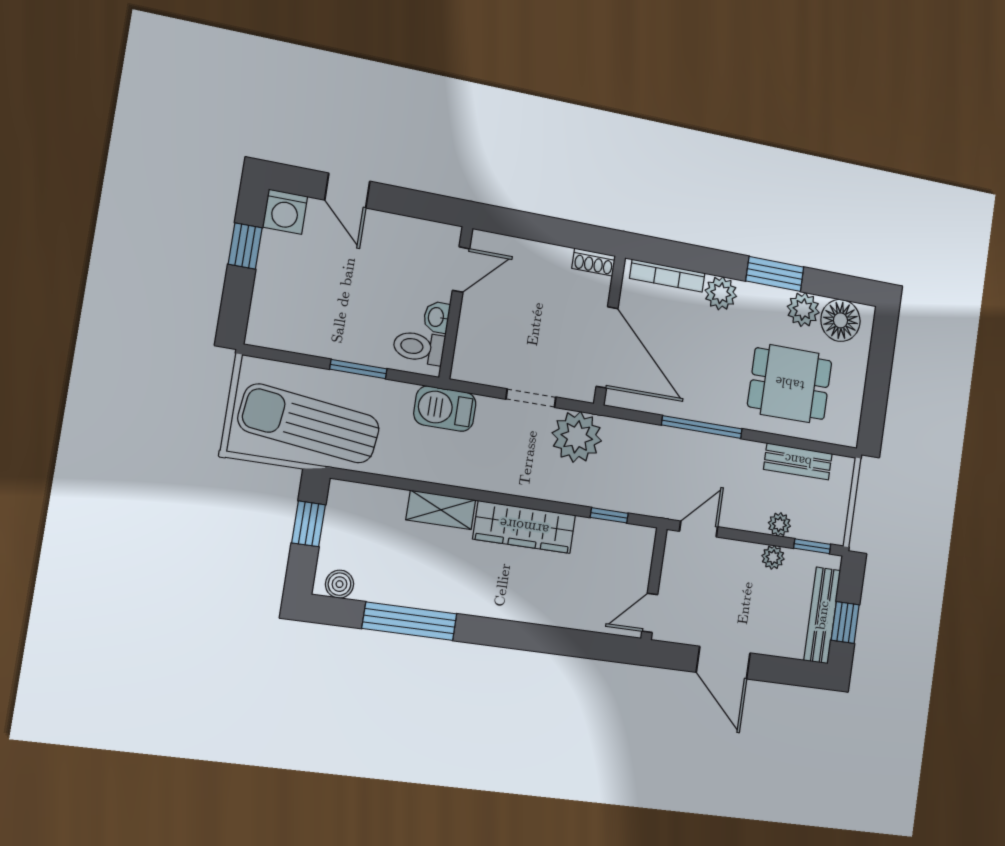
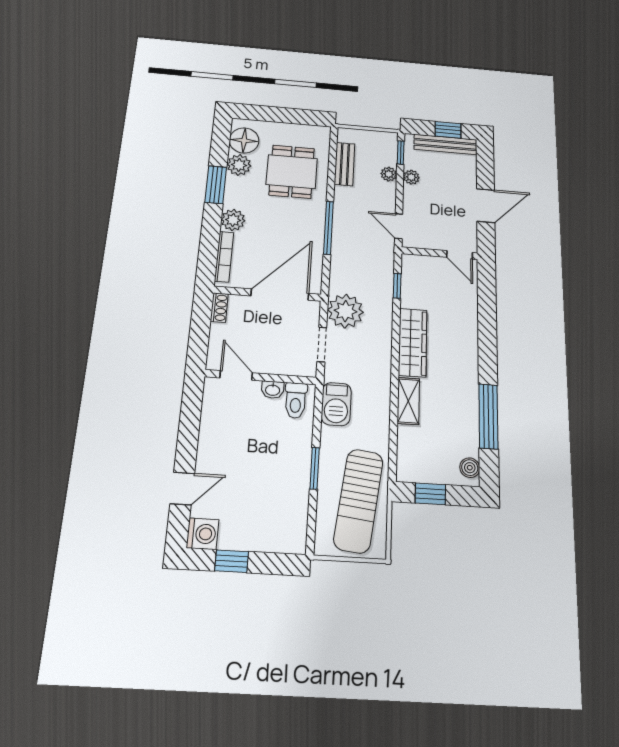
door: (461, 269) -> (236, 375), moved
wall: (456, 303) -> (261, 377), moved
washbasin: (437, 317) -> (273, 390), moved
toilet: (419, 347) -> (296, 400), moved

